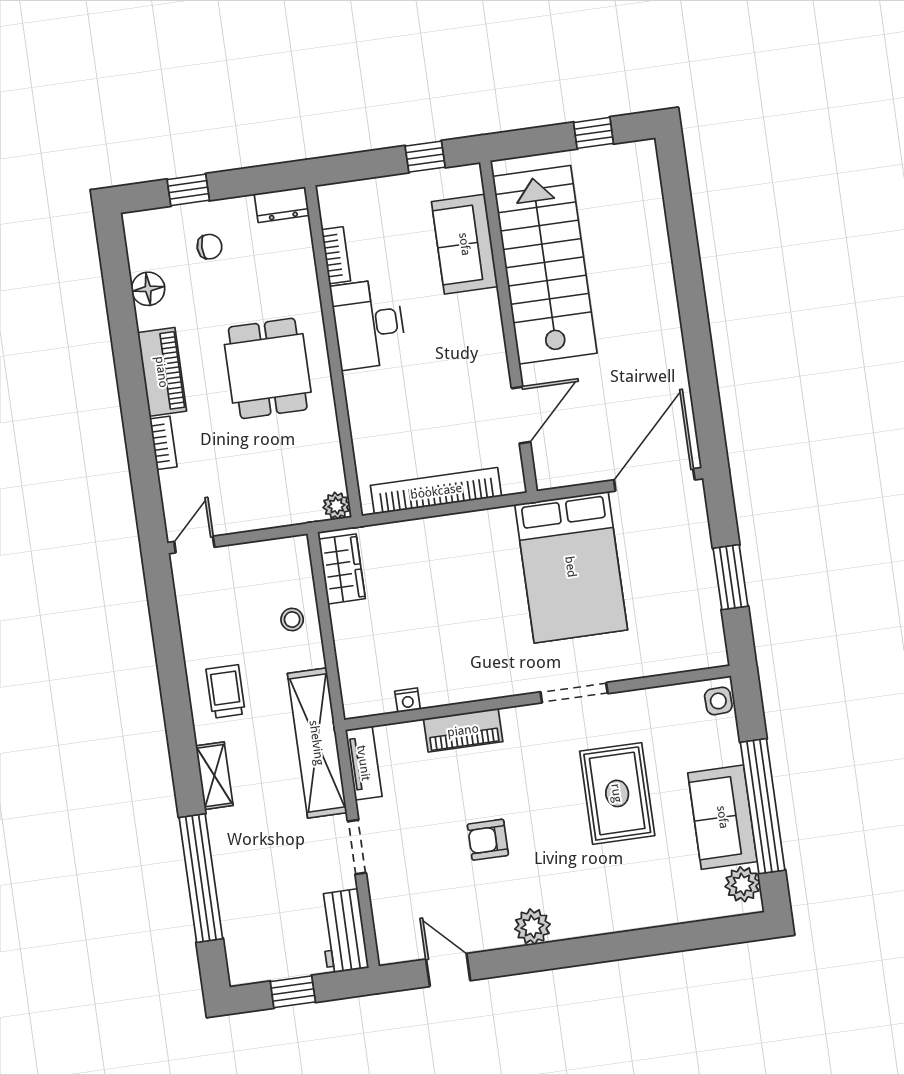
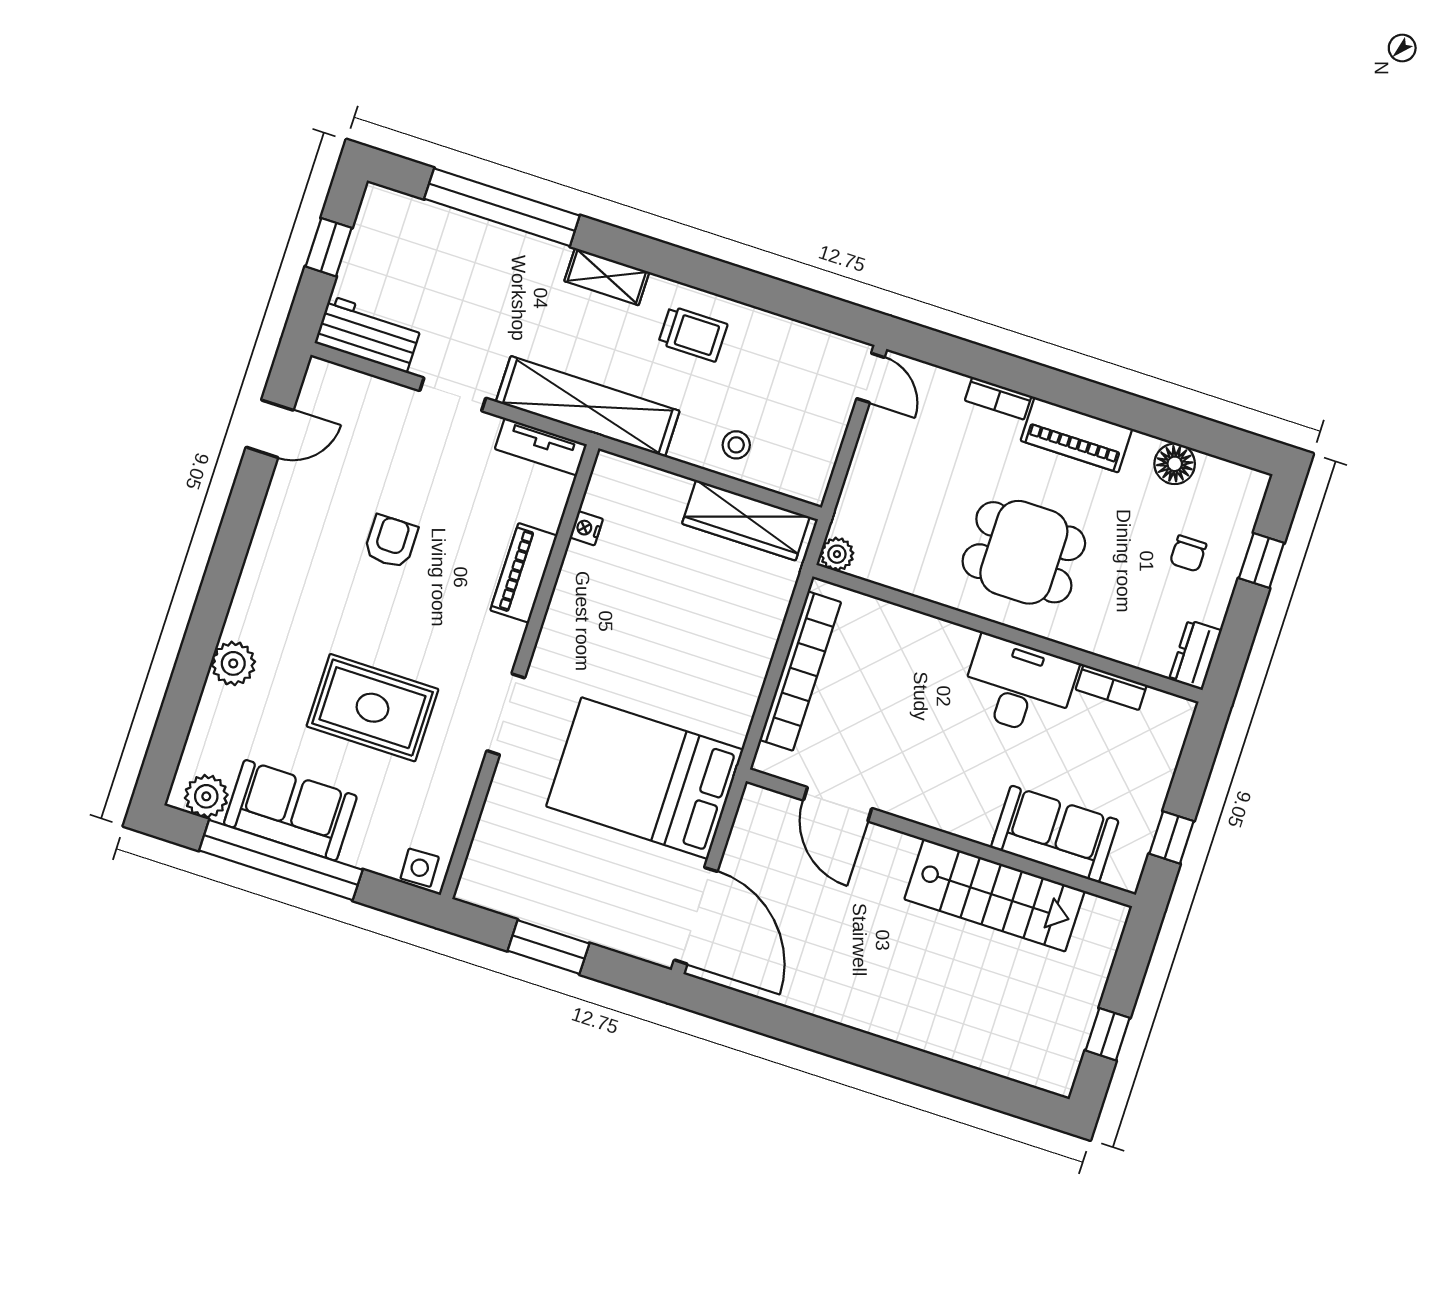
stairs: (545, 265) -> (995, 895), width x0.73, depth x0.66
wardrobe: (342, 569) -> (746, 520), width x1.50
plant: (532, 927) -> (233, 663), moved

